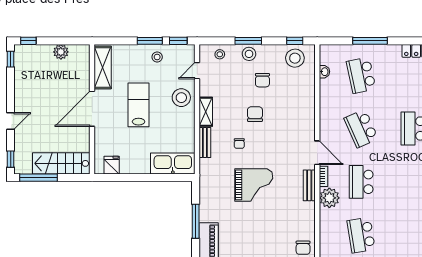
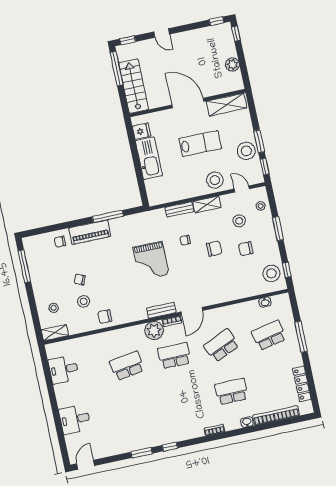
stool: (249, 54) -> (239, 221), moved
stool: (157, 57) -> (246, 151), width x1.89, depth x1.89
kitchen sink: (173, 164) -> (149, 158), moved

